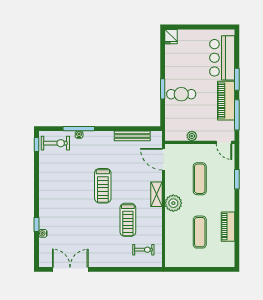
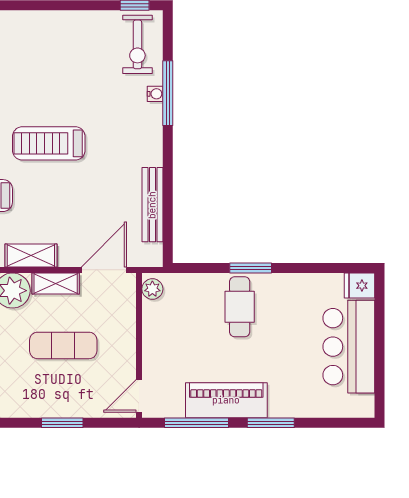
bar counter: (222, 58) -> (349, 347), moved, turned -90
plant: (192, 136) -> (152, 289), moved
shelving: (170, 182) -> (56, 283), added

